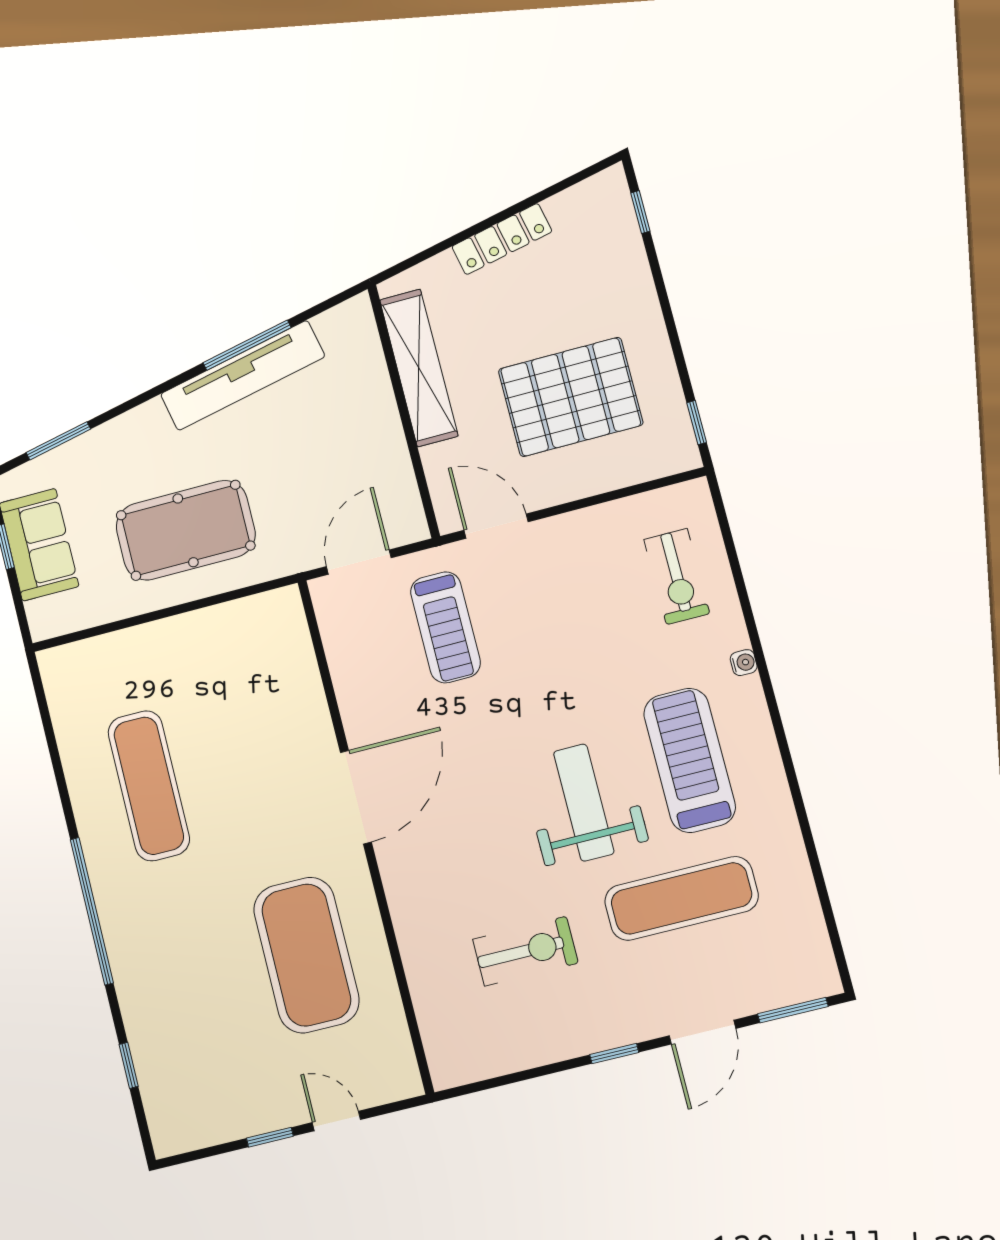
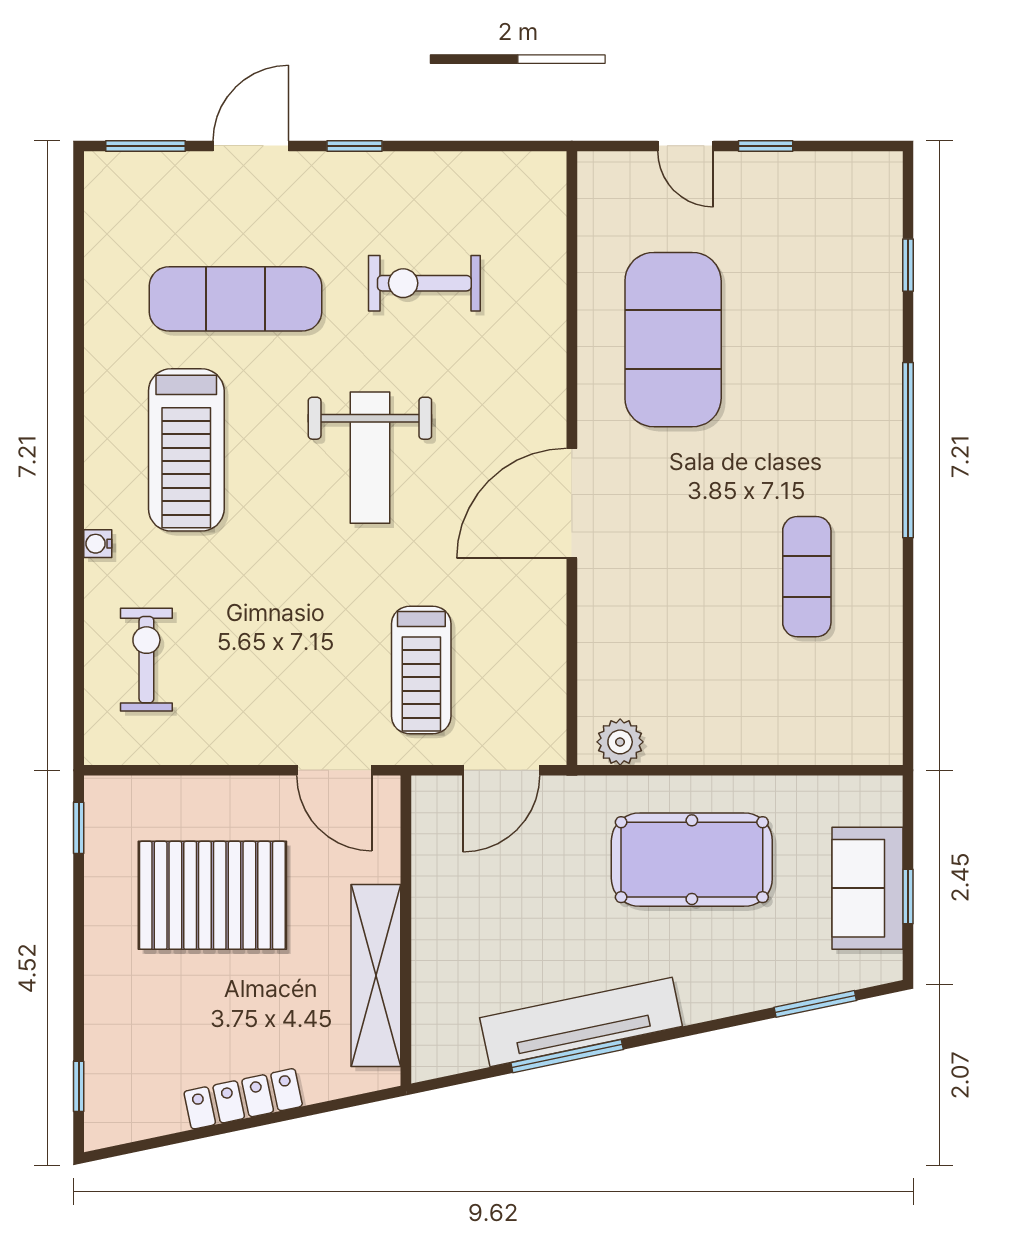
plant: (267, 611) -> (620, 742), added
treadmill: (445, 627) -> (421, 670), turned 180
exercise mat: (149, 786) -> (807, 577), width x0.73, depth x0.69
weight bench: (584, 803) -> (370, 458), moved

